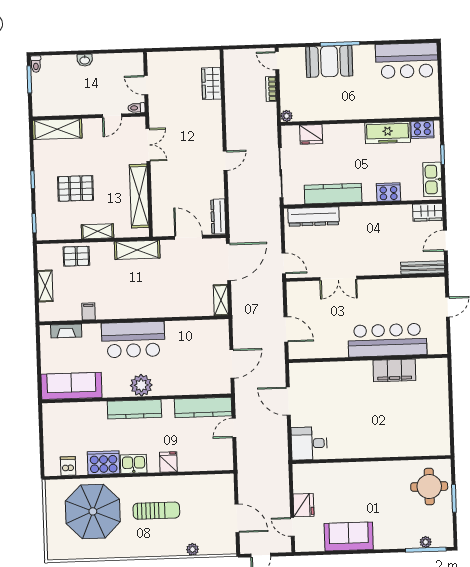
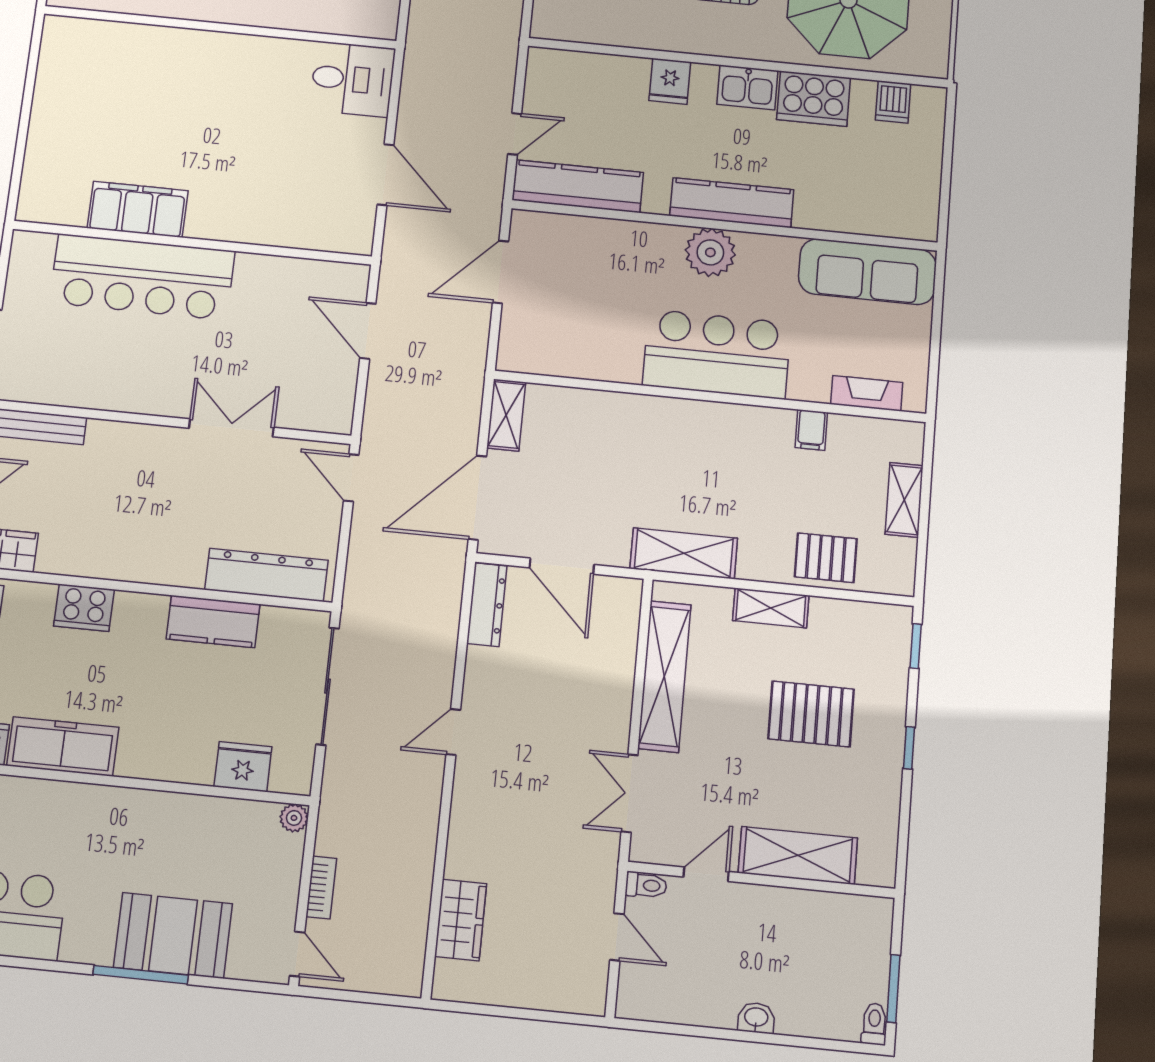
shelving: (57, 129) -> (798, 855), moved
kitchen counter: (333, 194) -> (213, 622), width x0.67

